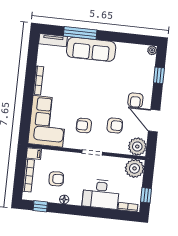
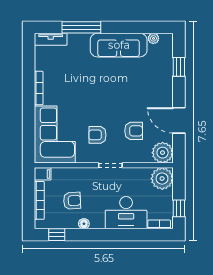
sofa: (91, 49) -> (119, 45), moved
plant: (152, 50) -> (153, 38), moved
armchair: (135, 100) -> (154, 99), removed

